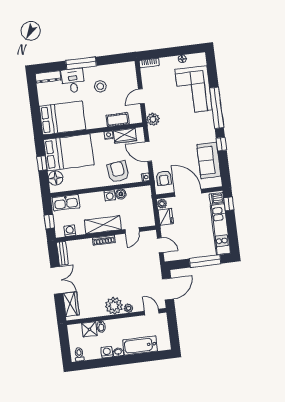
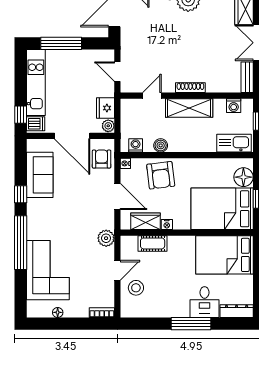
stool: (100, 86) -> (136, 288), moved
washing machine: (110, 195) -> (136, 145), moved

